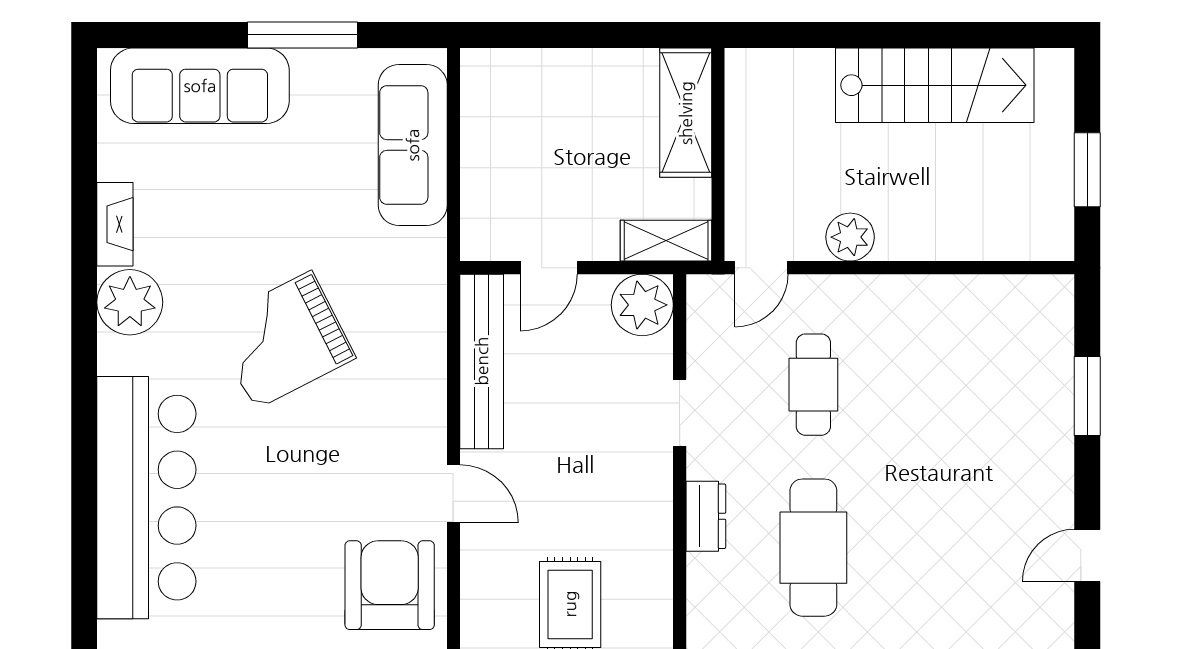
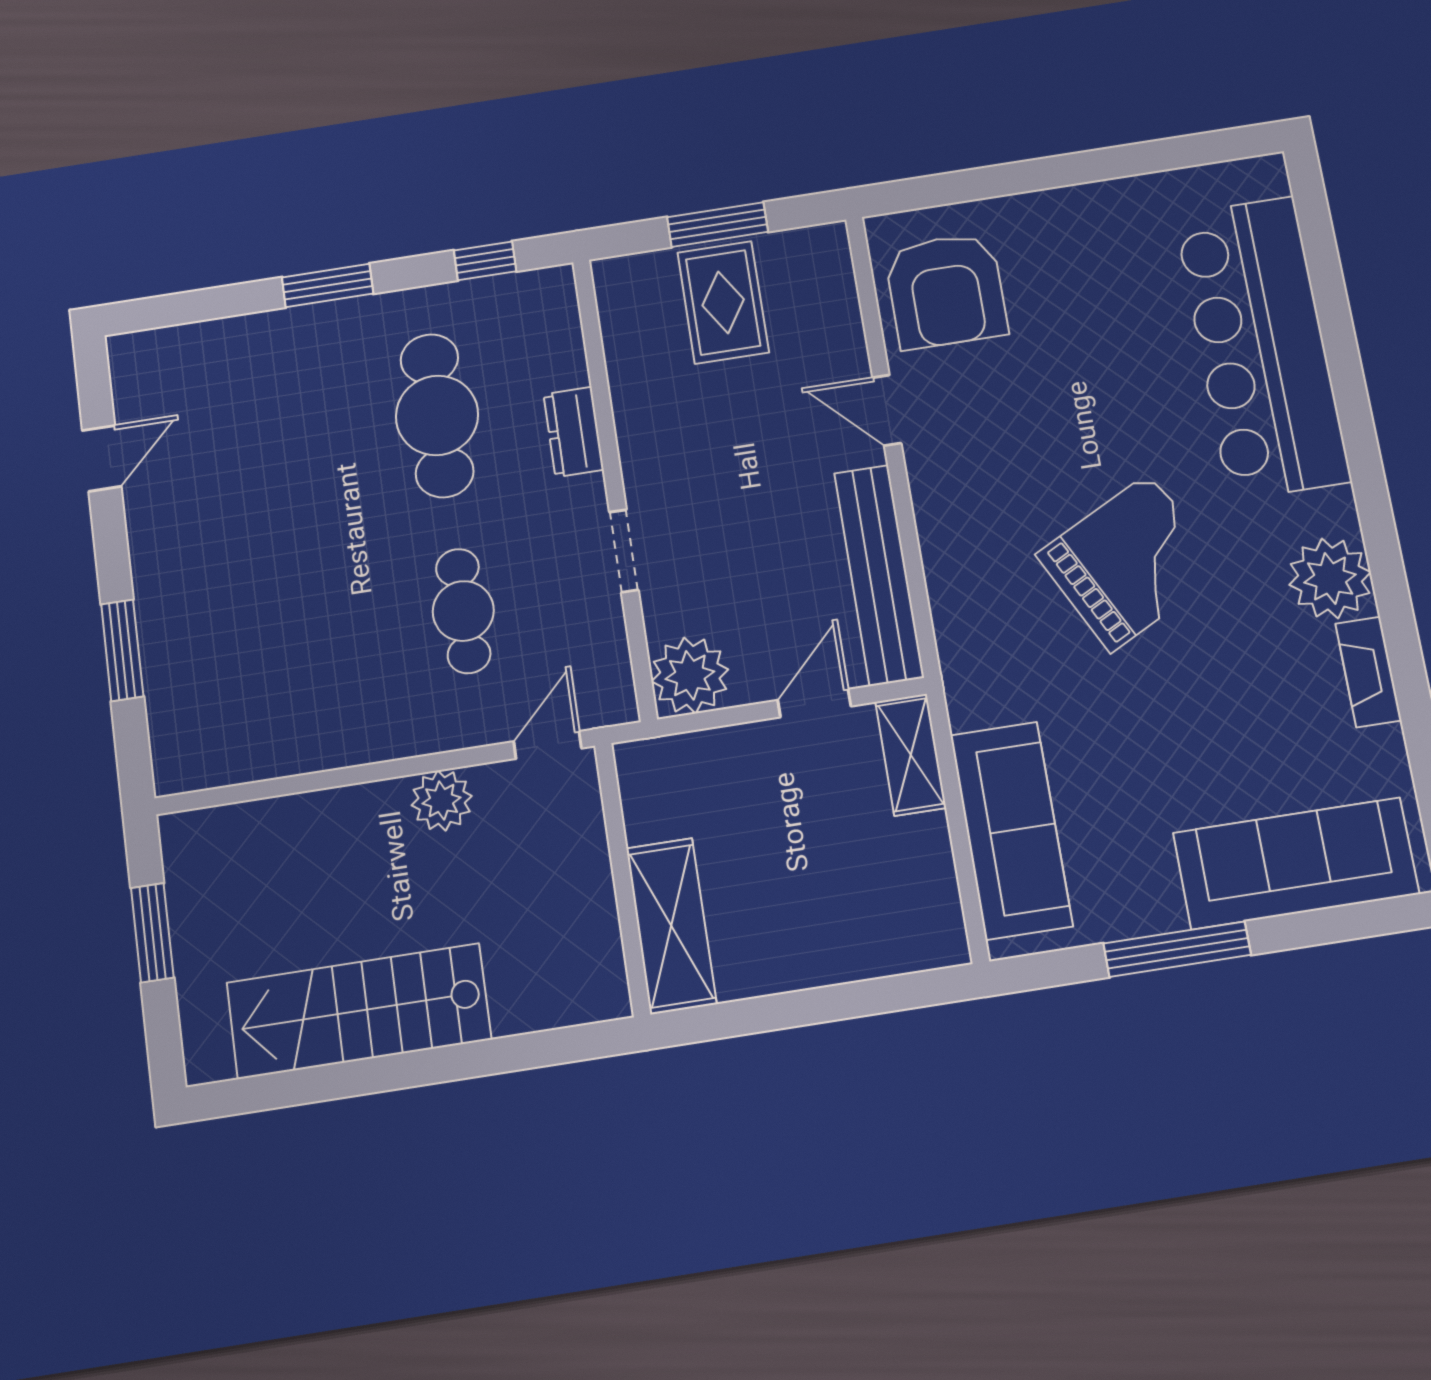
shelving: (666, 241) -> (911, 755), moved, turned 90

